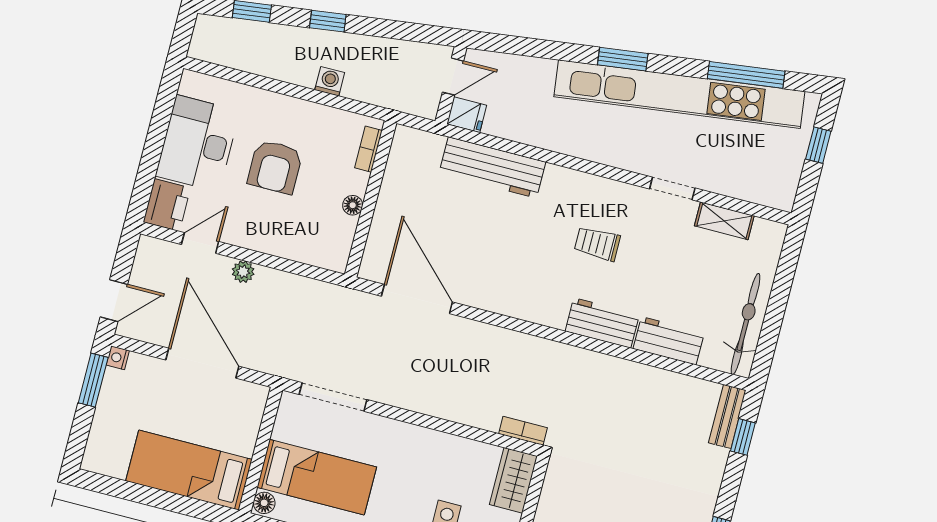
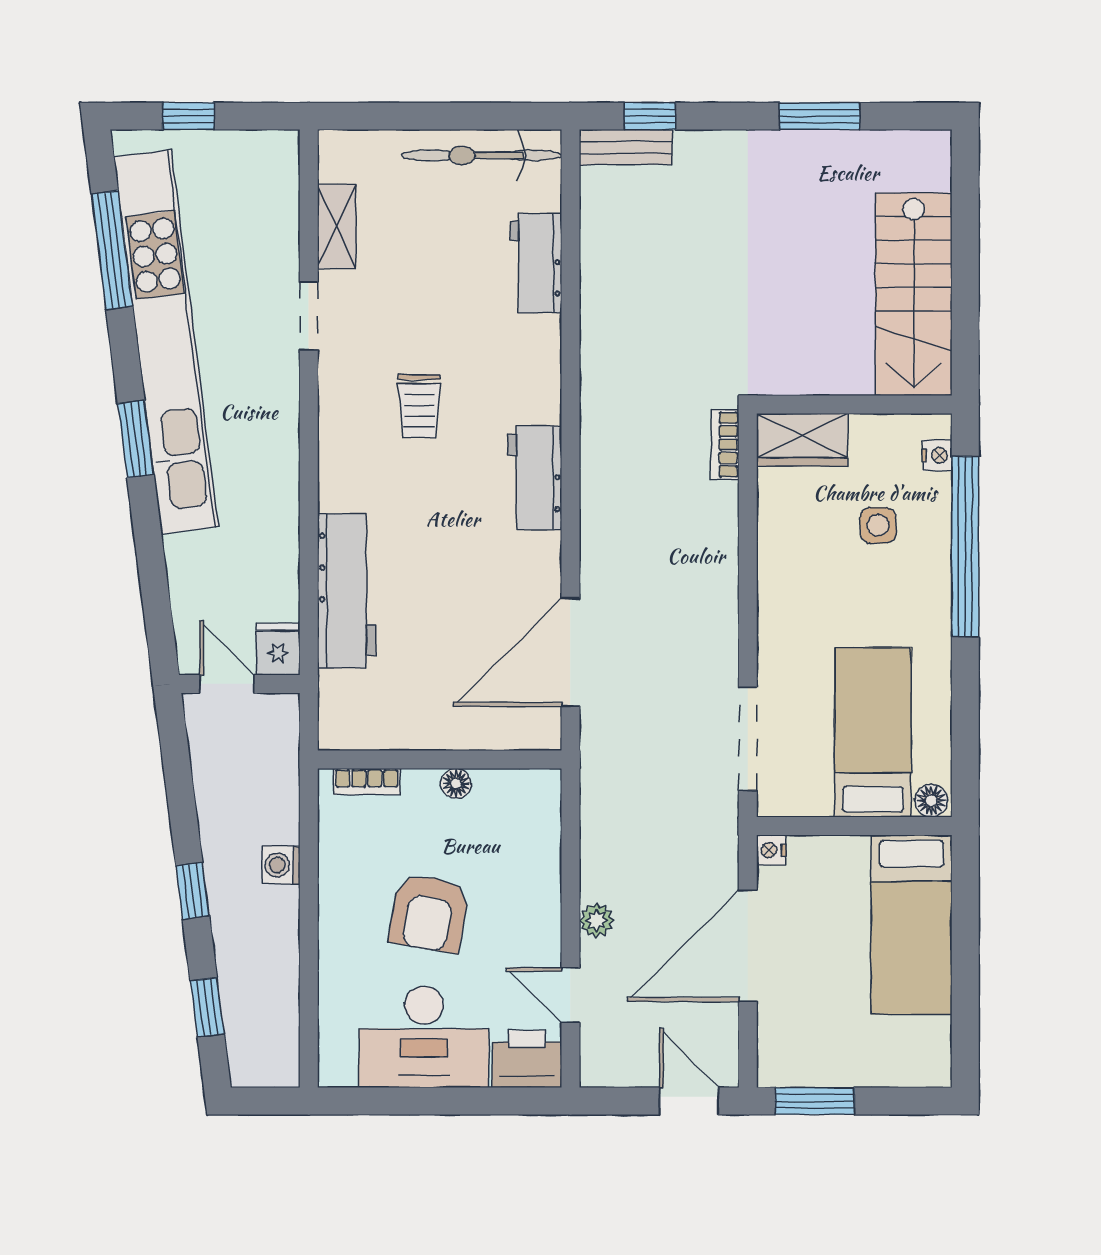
armchair: (275, 167) -> (429, 913), turned 100
workbench: (602, 323) -> (535, 478), moved
nightstand: (118, 358) -> (771, 850), moved, turned 90

